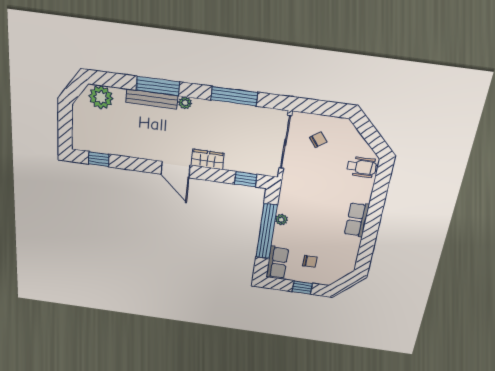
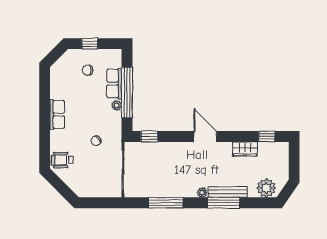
chair: (318, 140) -> (96, 141), moved
wardrobe: (208, 159) -> (245, 149), moved
row of seats: (277, 263) -> (114, 84), moved

